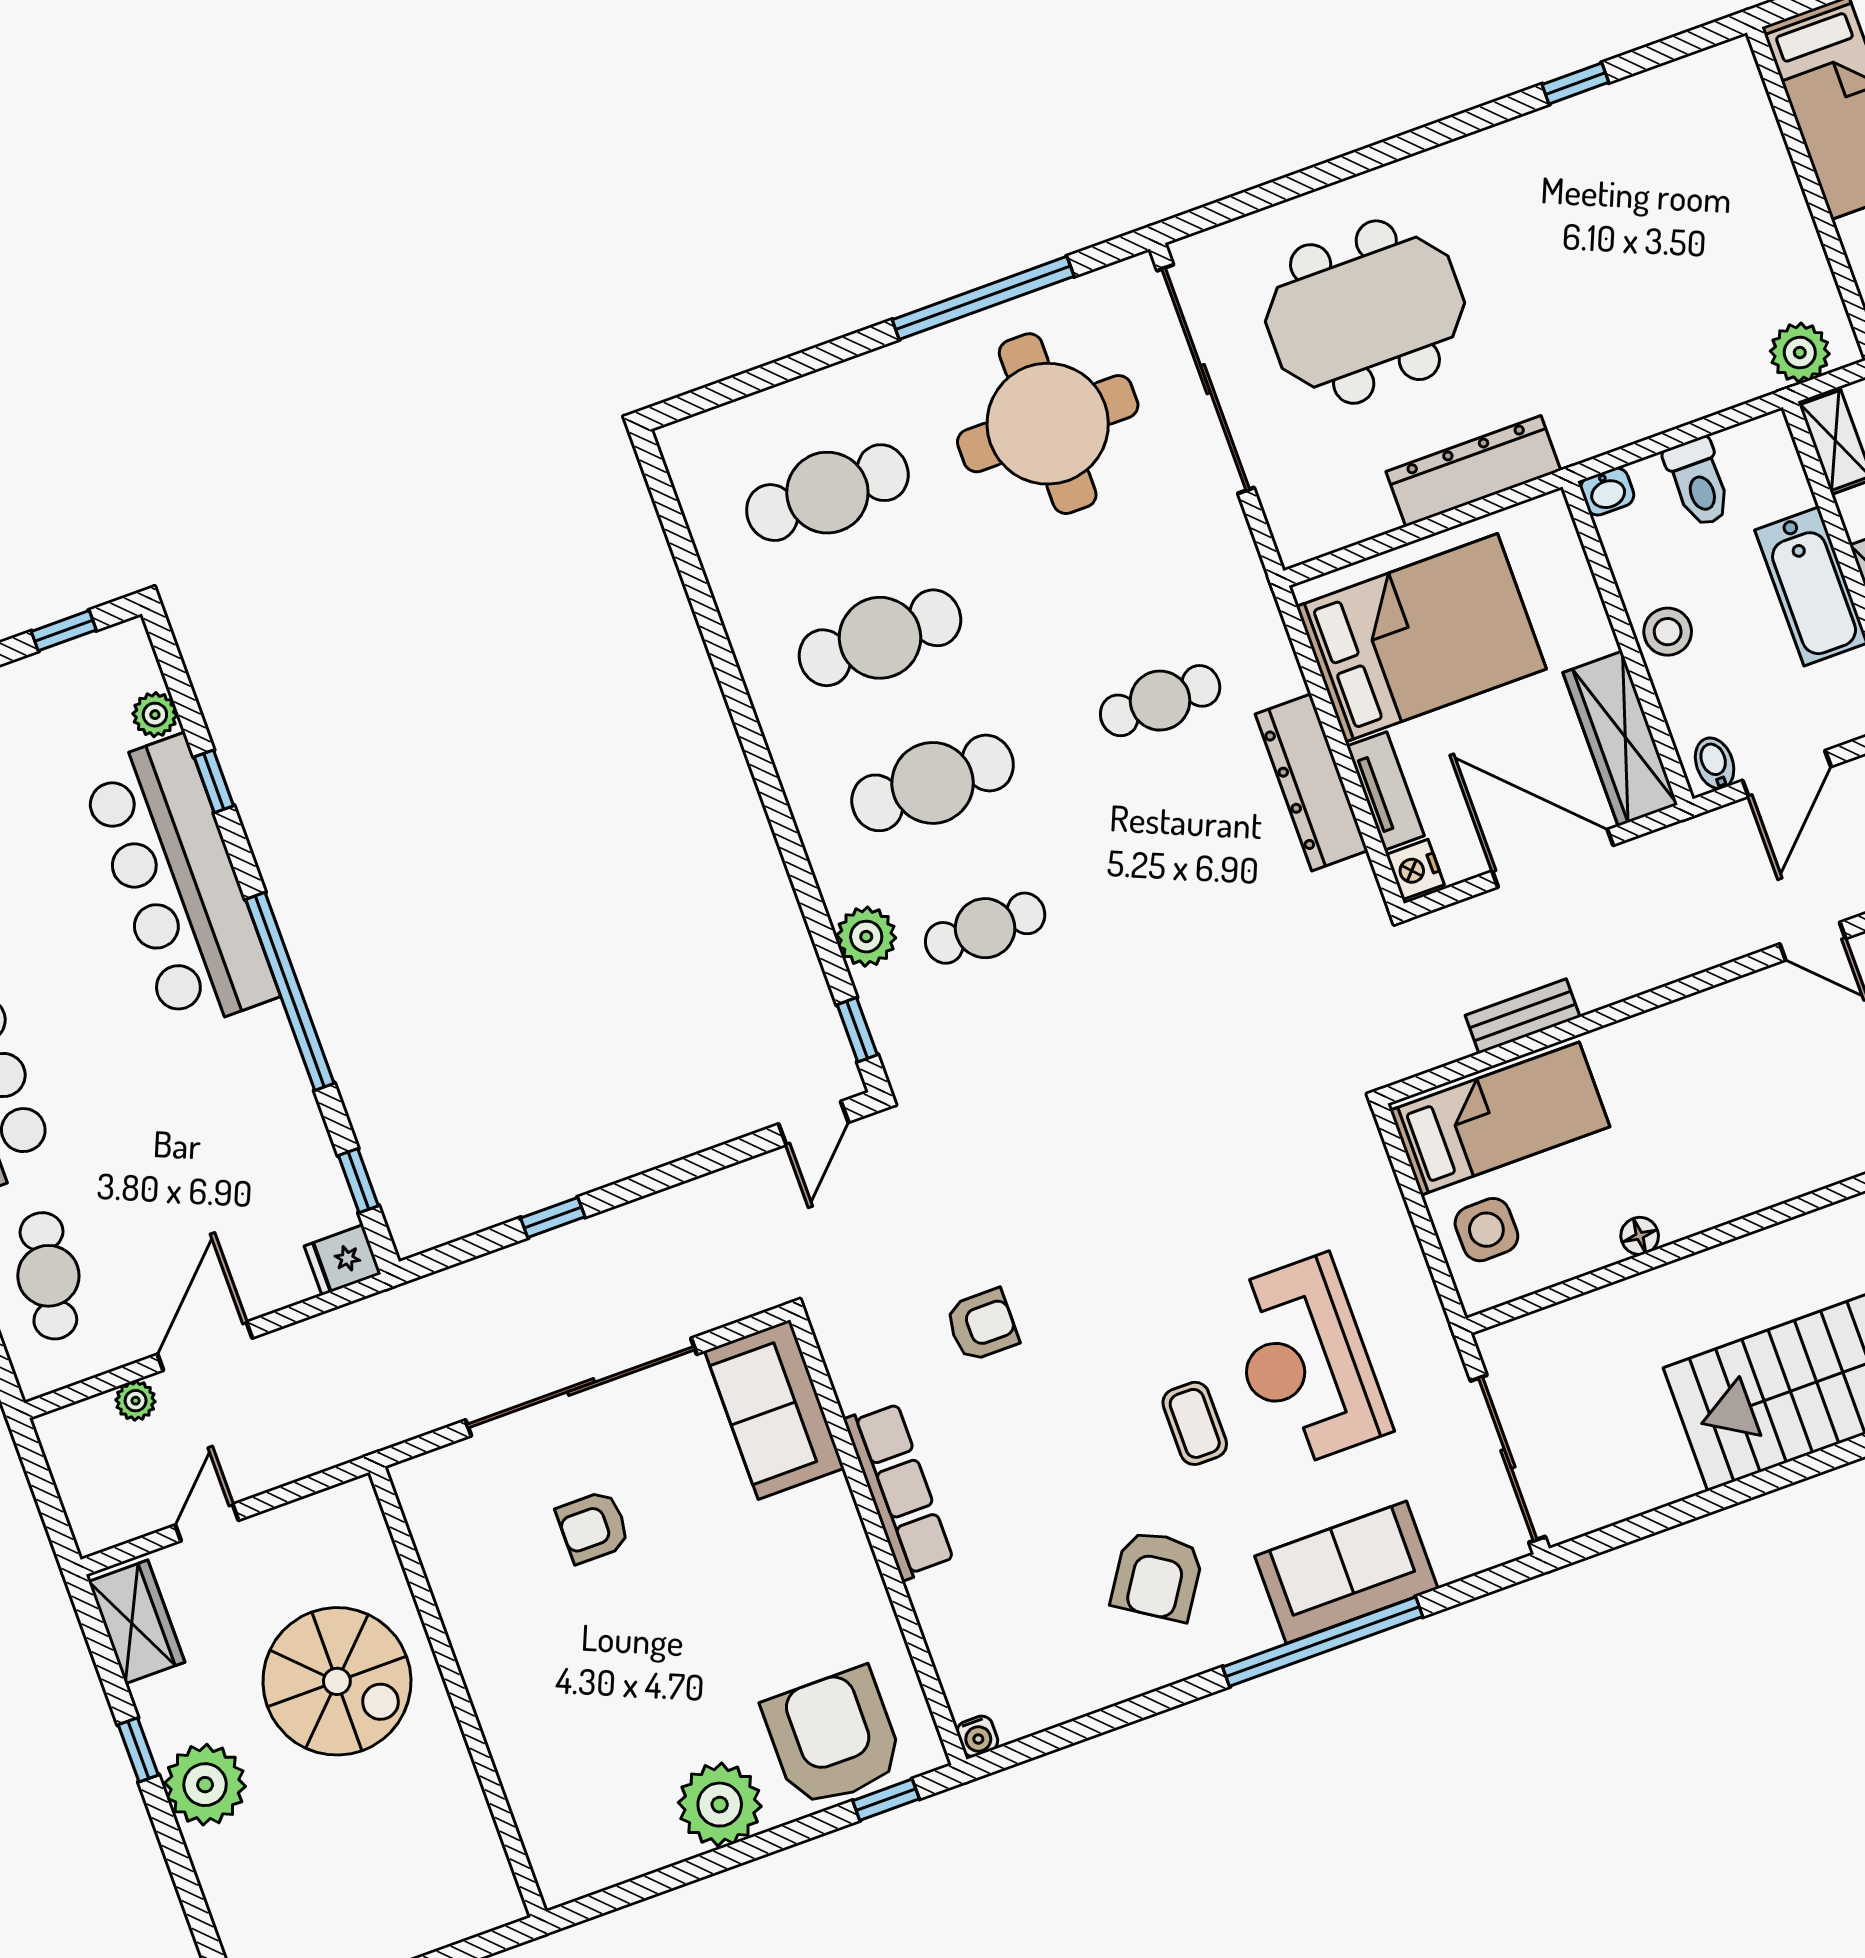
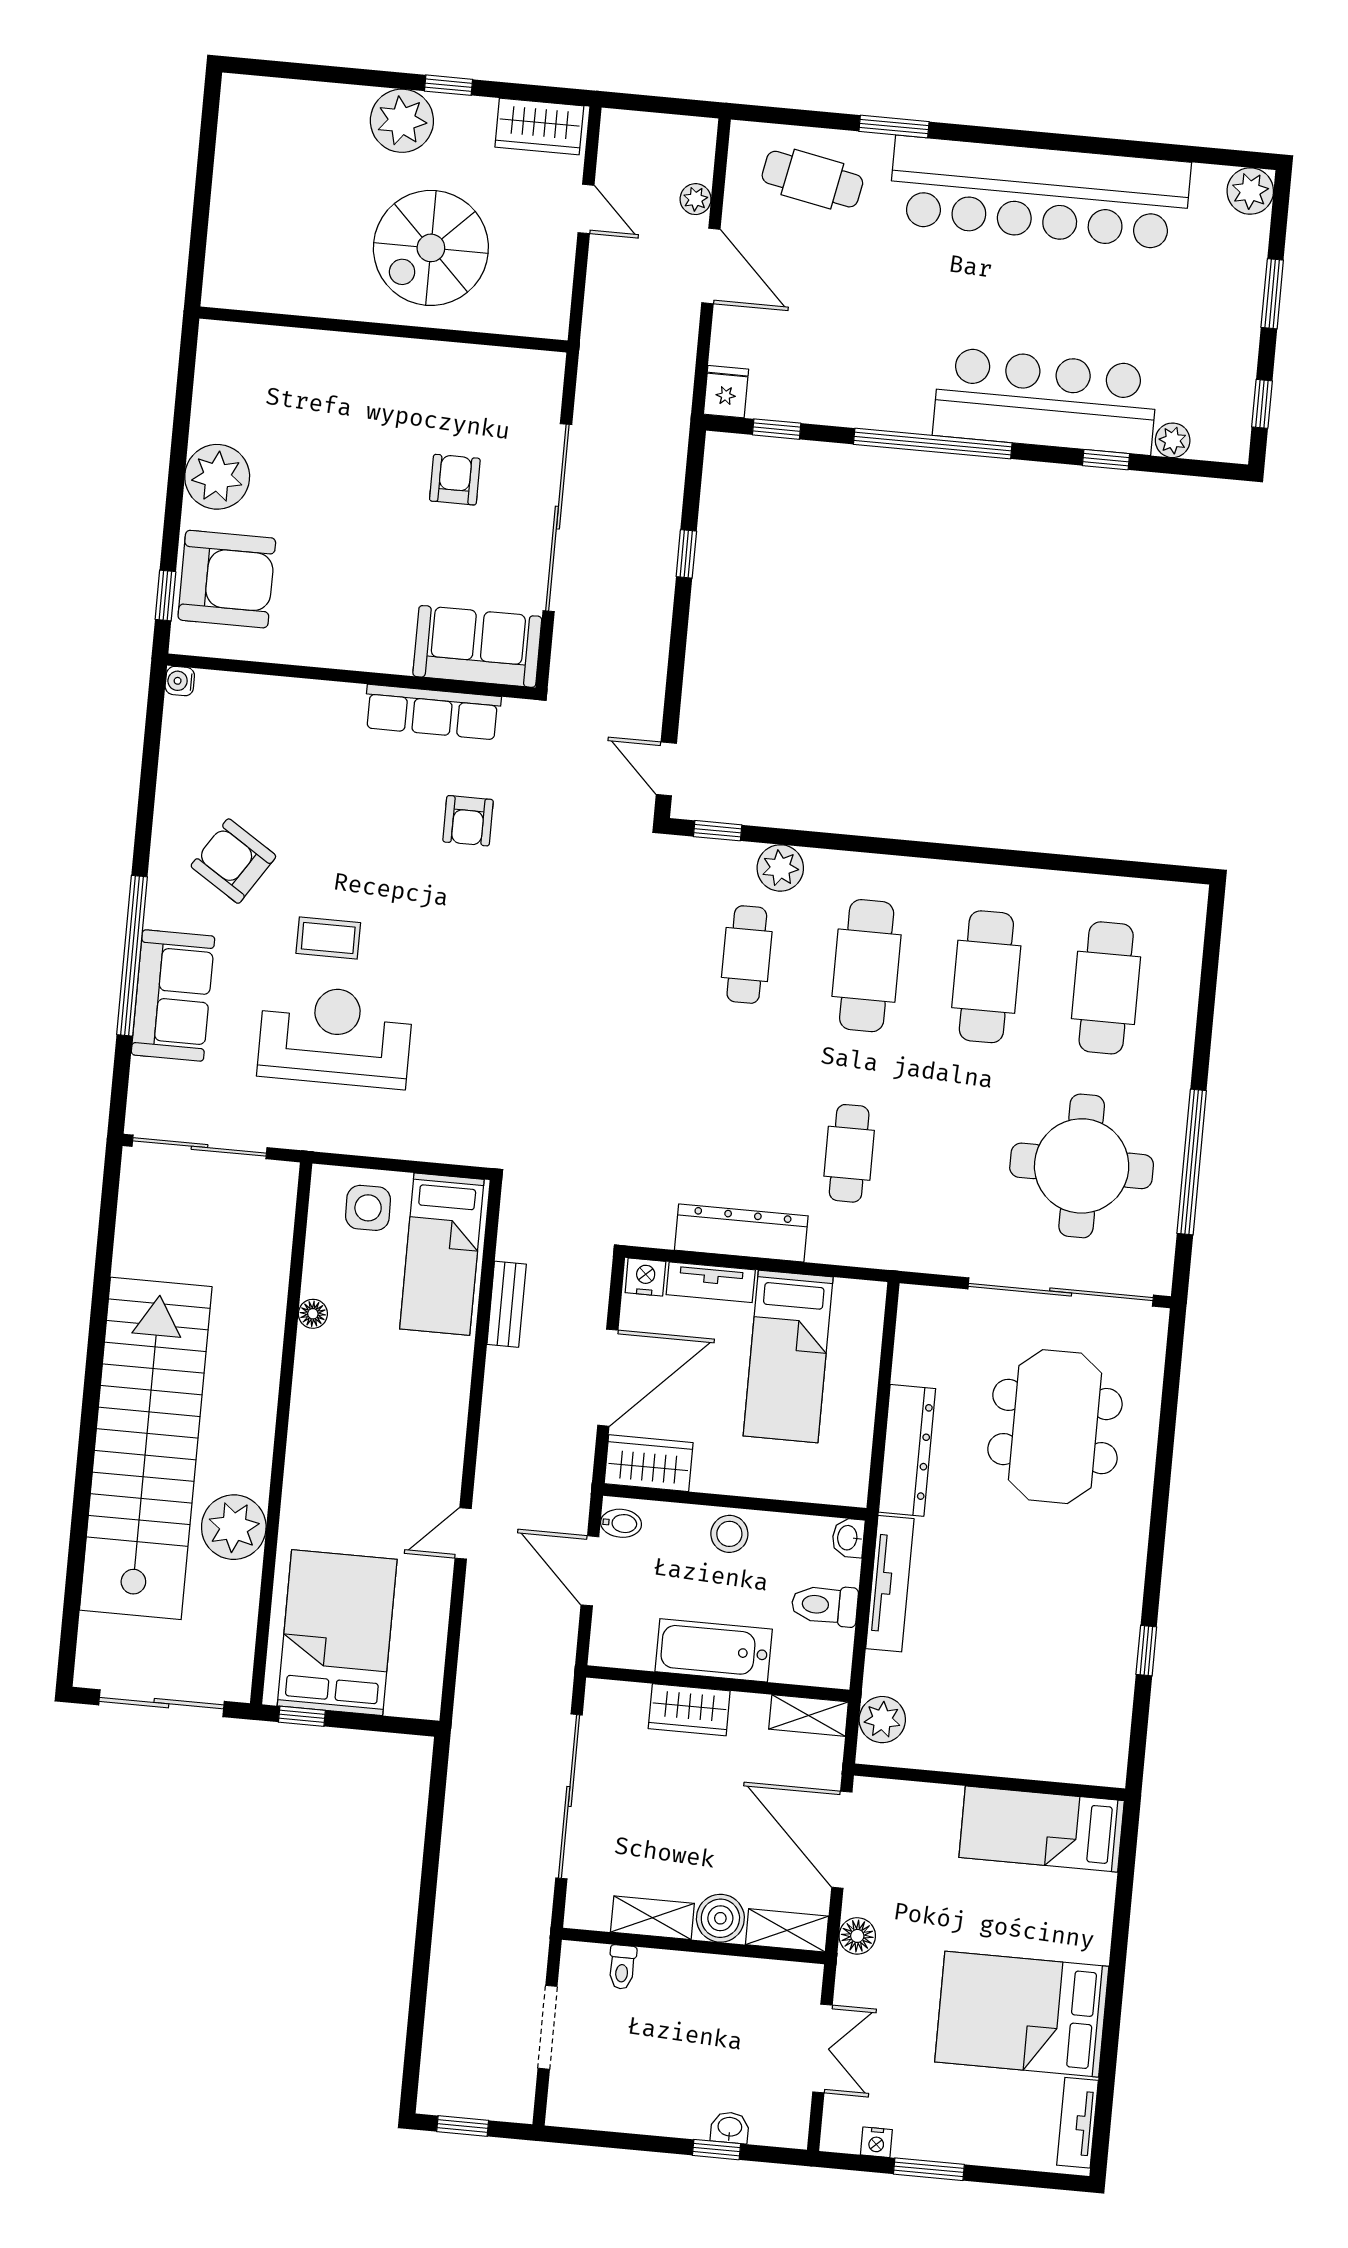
tv unit: (1638, 418) -> (890, 1584), added
bed: (1421, 638) -> (788, 1356), width x0.67
wardrobe: (1620, 739) -> (649, 1463), width x0.67
row of seats: (899, 1491) -> (432, 712), moved

